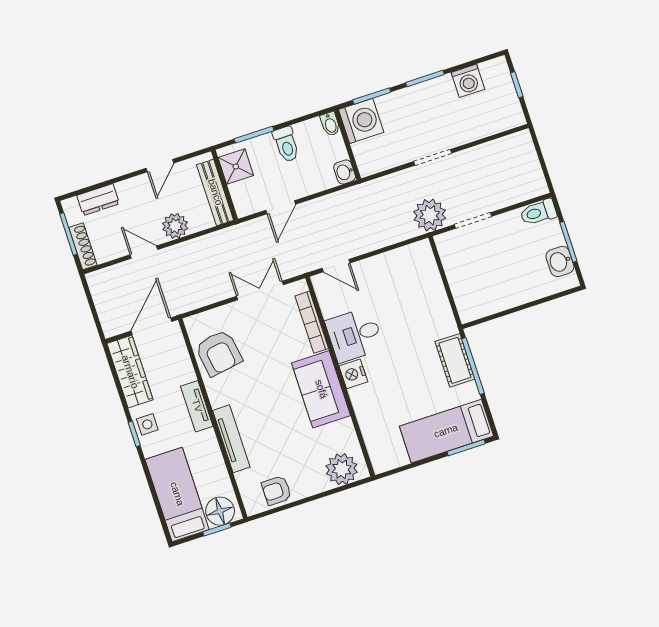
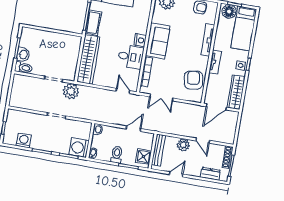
washbasin: (560, 261) -> (23, 55), moved
wardrobe: (429, 290) -> (88, 59), added

